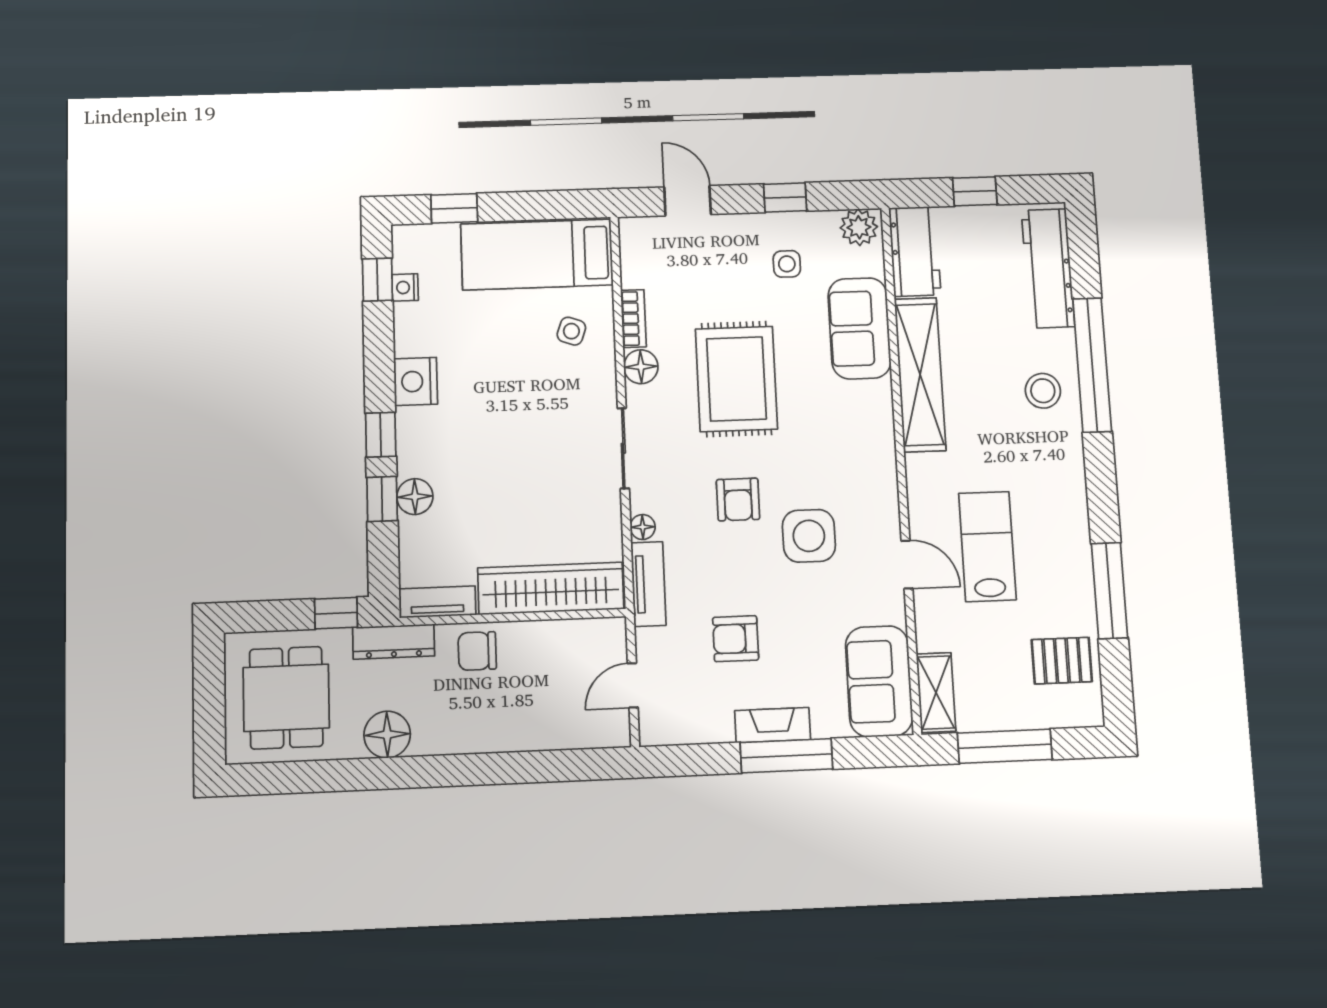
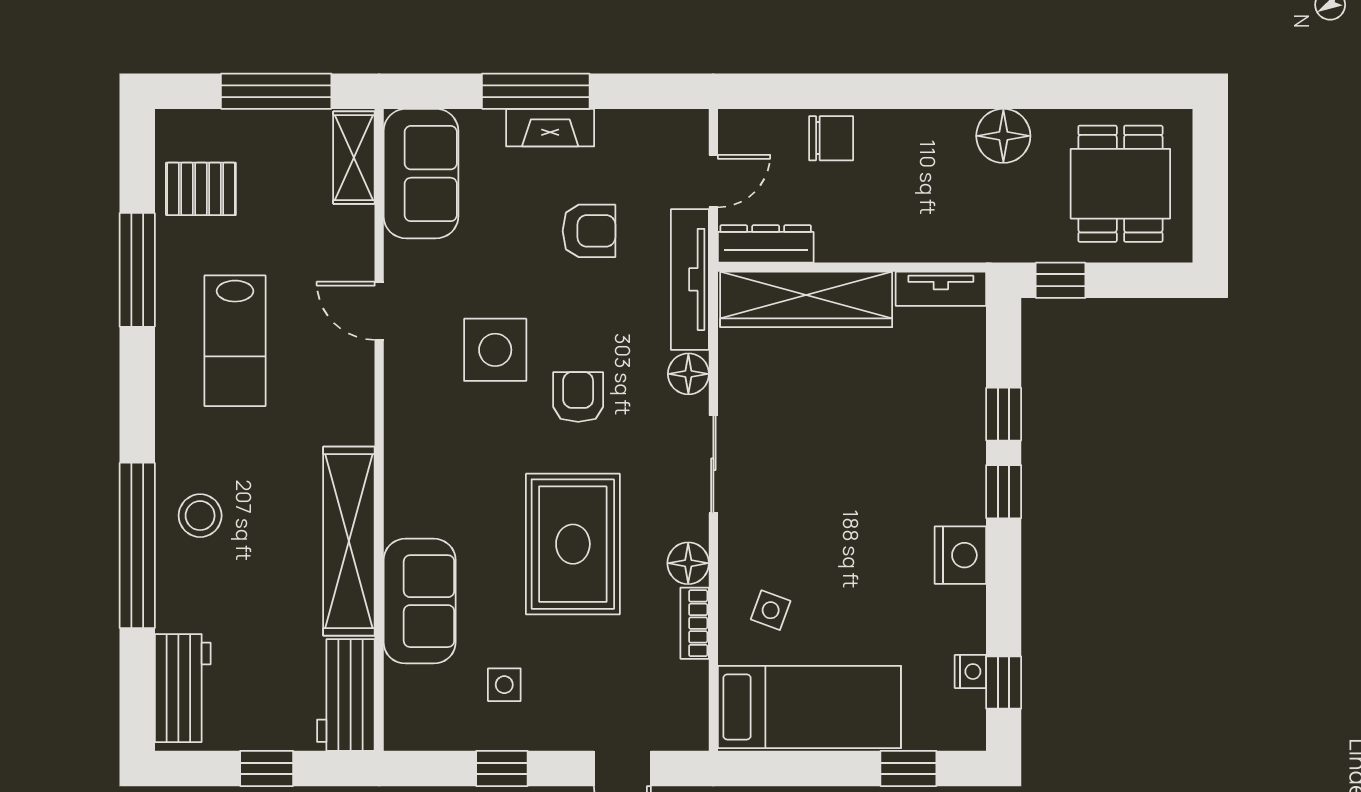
plant: (859, 227) -> (413, 728), removed
workbench: (1048, 268) -> (183, 688), width x0.73
floor lamp: (415, 497) -> (964, 415), removed
floor lamp: (643, 527) -> (688, 374), width x1.37, depth x1.37
lab bench: (987, 546) -> (235, 341), moved
tv unit: (648, 584) -> (690, 279), width x1.41
dresser: (394, 642) -> (766, 244), moved
chair: (477, 651) -> (831, 138), moved

